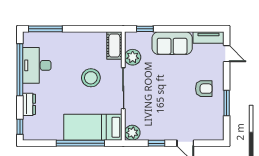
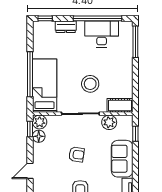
armchair: (167, 93) -> (76, 154), added
floor lamp: (148, 134) -> (39, 136), added
window: (157, 143) -> (30, 129), moved

